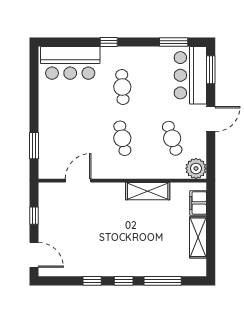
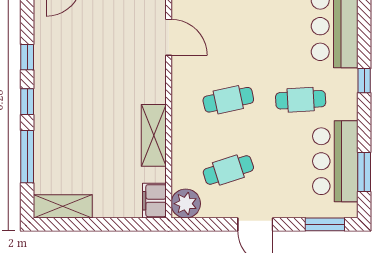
bar counter: (190, 75) -> (335, 161), moved, turned -90
filing cabinet: (198, 203) -> (154, 201), moved, turned -90
shelving: (198, 237) -> (63, 206), moved

